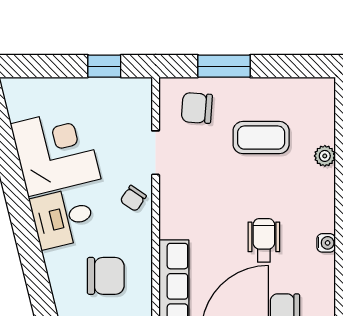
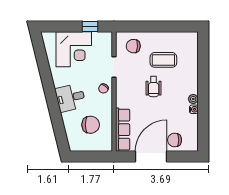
window: (224, 66) -> (146, 27), removed
corner desk: (56, 151) -> (74, 49), moved, turned 104
plant: (325, 156) -> (193, 99), moved
wheelchair: (264, 240) -> (154, 87), moved, turned 180

